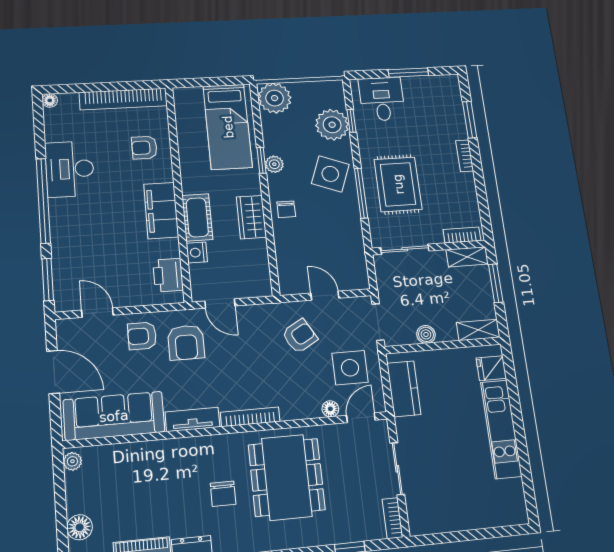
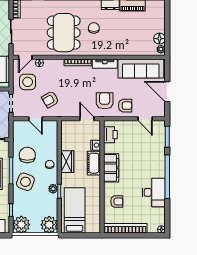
plant: (332, 125) -> (21, 225), moved
chair: (333, 224) -> (27, 155), added
floor lamp: (80, 527) -> (159, 39), moved

